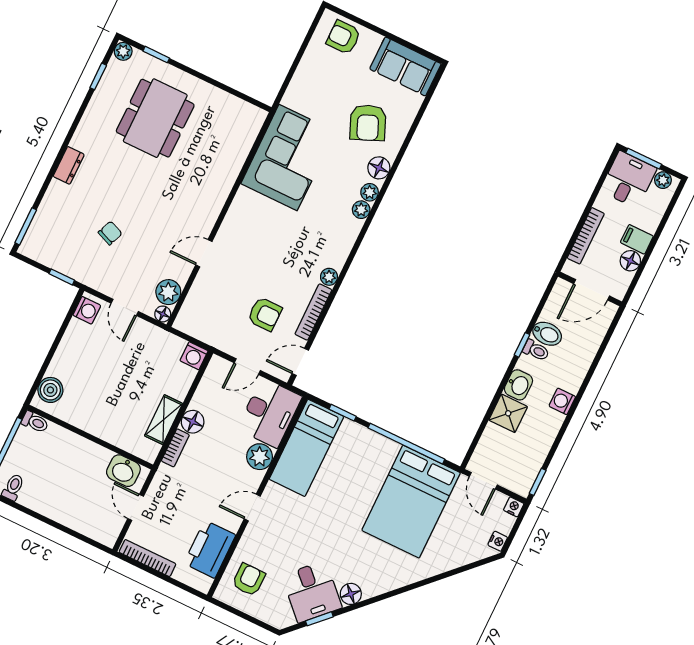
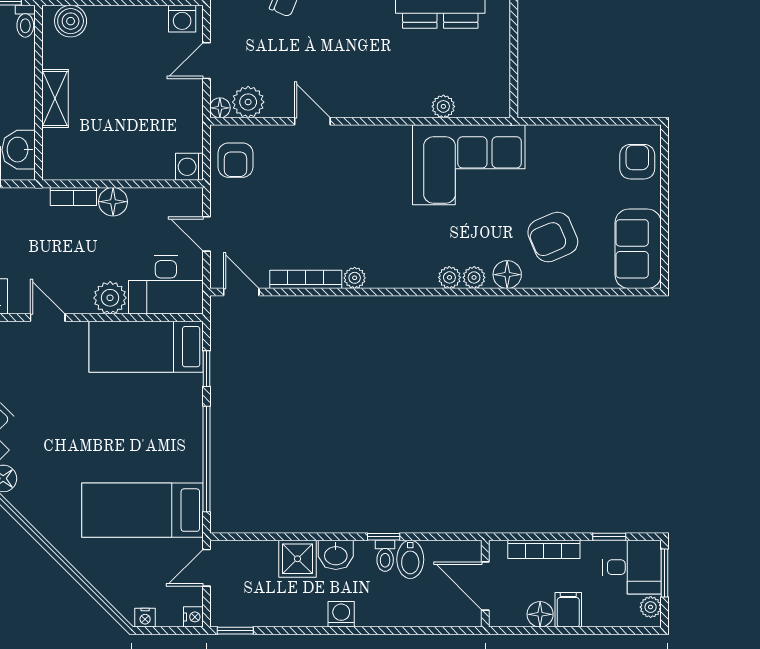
plant: (238, 156) -> (443, 106), added
window: (599, 185) -> (609, 537), added
armchair: (265, 314) -> (235, 160), moved
shelving: (164, 420) -> (55, 98), moved, turned 90
bed: (411, 502) -> (142, 510), width x0.67

